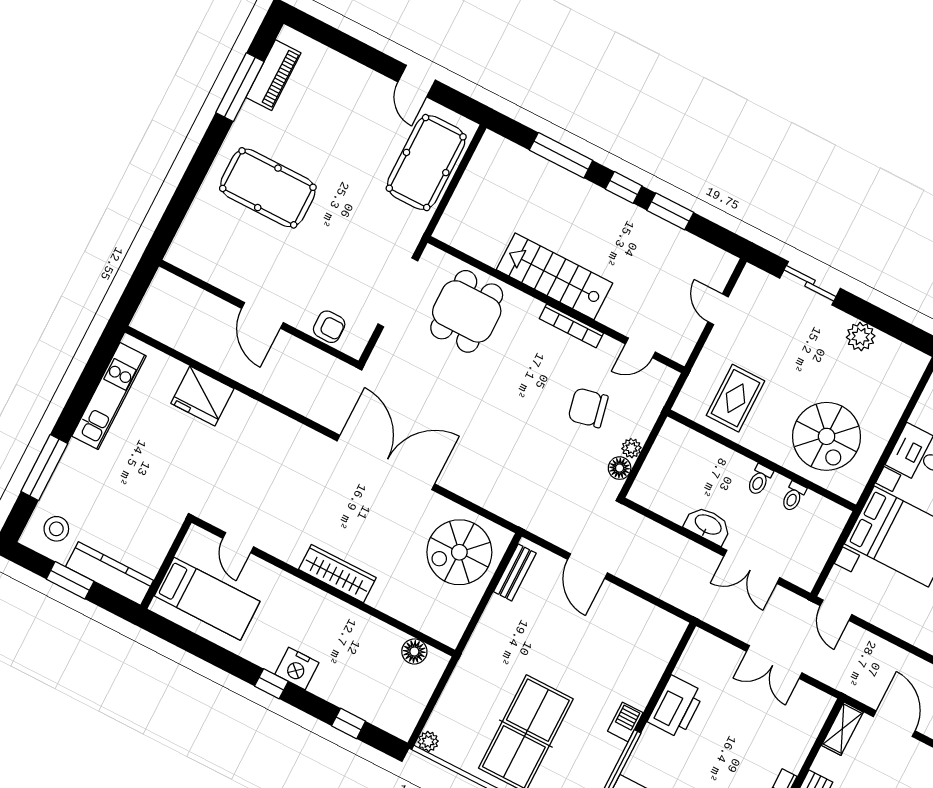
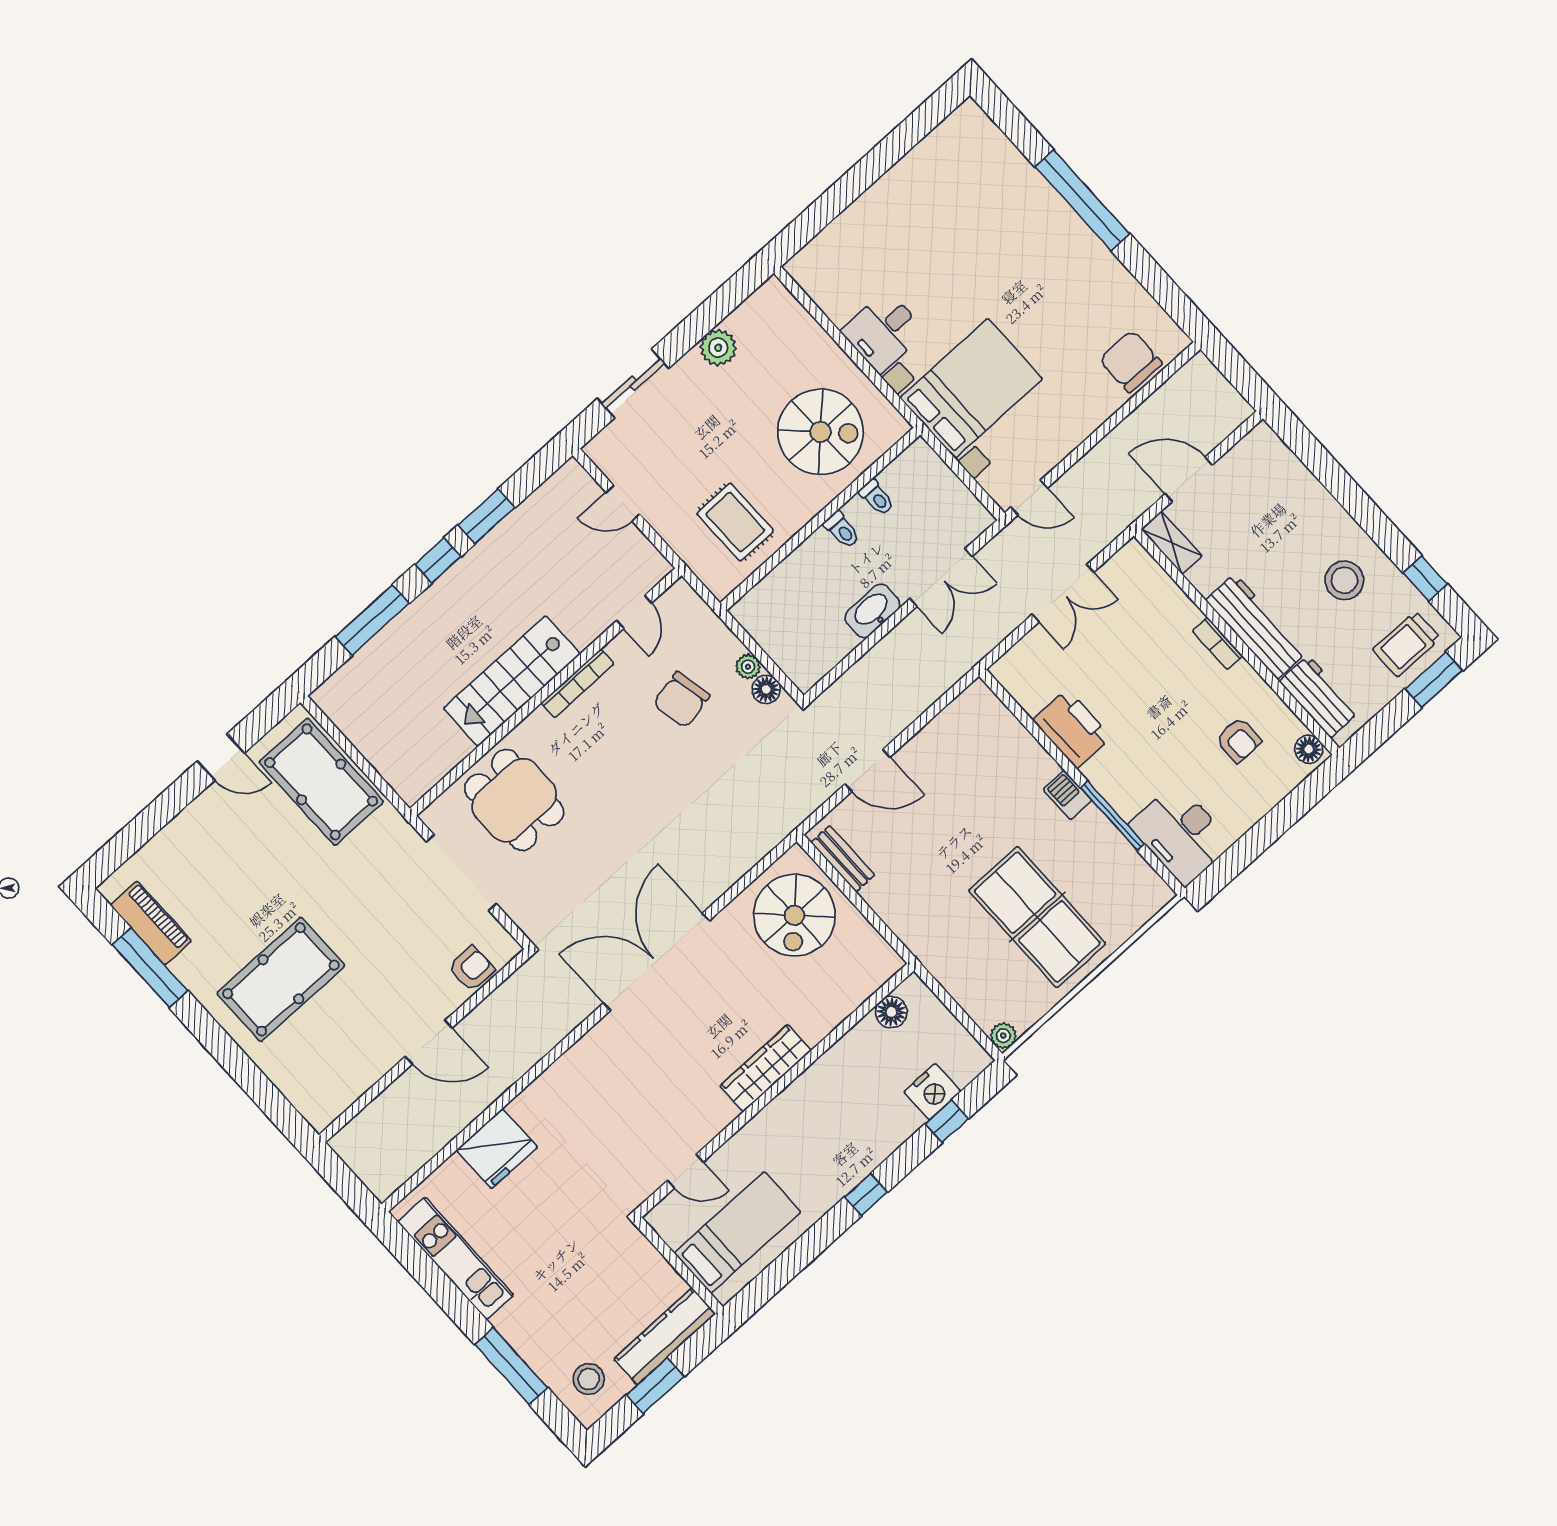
nightstand: (297, 668) -> (932, 1092), moved

